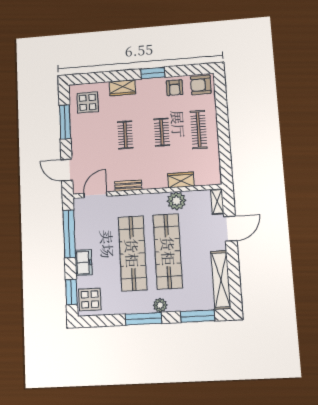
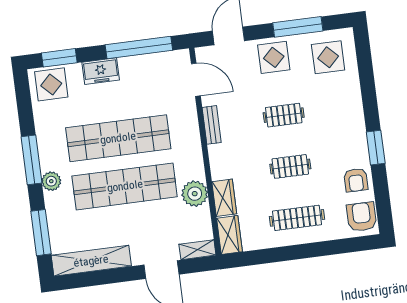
wardrobe: (122, 88) -> (229, 235), moved, turned 180
armchair: (175, 88) -> (356, 180), turned -90
display table: (84, 140) -> (274, 57), added

